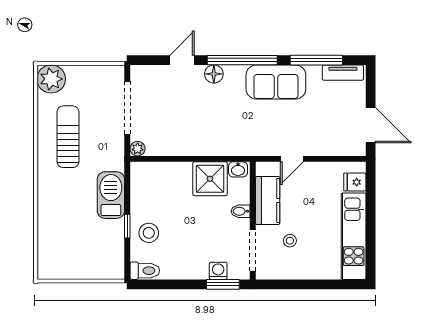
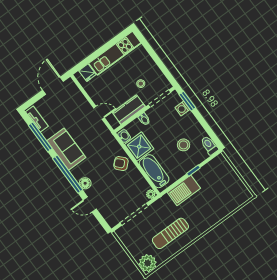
armchair: (205, 139) -> (121, 164), added
bathtub: (164, 175) -> (154, 171), added
stool: (149, 233) -> (184, 145), moved

